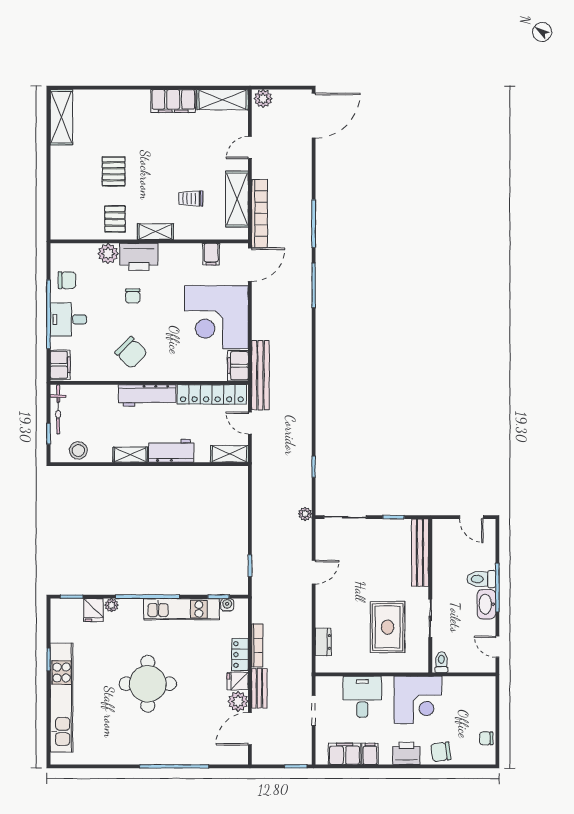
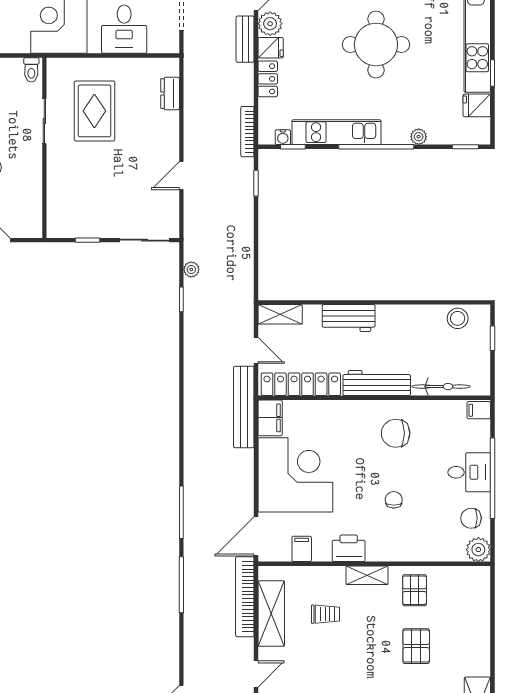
plant: (108, 254) -> (478, 550), moved
printer: (139, 257) -> (349, 548), moved, width x0.73, depth x0.84
chair: (131, 353) -> (396, 433), turned -45
filing cabinet: (60, 365) -> (479, 410), width x0.50
bicycle: (58, 409) -> (441, 387), moved, turned 90
shelving: (130, 455) -> (397, 313), removed
plant: (305, 514) -> (191, 269), moved
bench: (420, 553) -> (56, 198), removed
fridge: (94, 610) -> (477, 105), moved, turned -90
bookcase: (257, 645) -> (247, 132), moved

